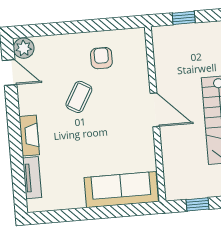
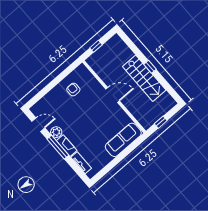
plant: (24, 48) -> (56, 132), moved
coffee table: (79, 97) -> (76, 113), removed
window: (14, 128) -> (58, 147), added

